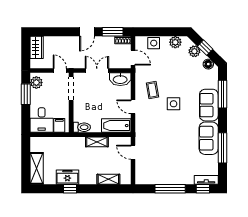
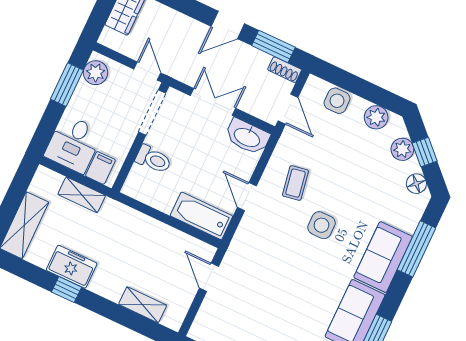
toilet: (82, 127) -> (153, 159), moved
shelving: (97, 142) -> (82, 195), moved

